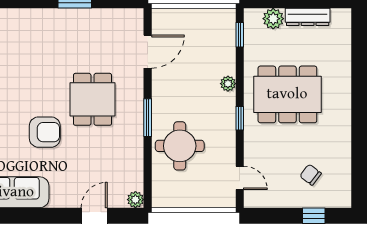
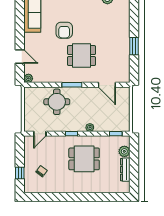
dining table: (287, 94) -> (84, 159), width x0.73

